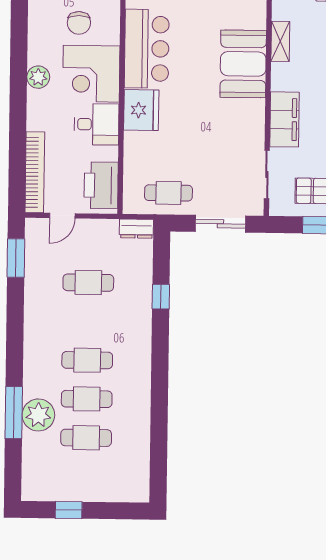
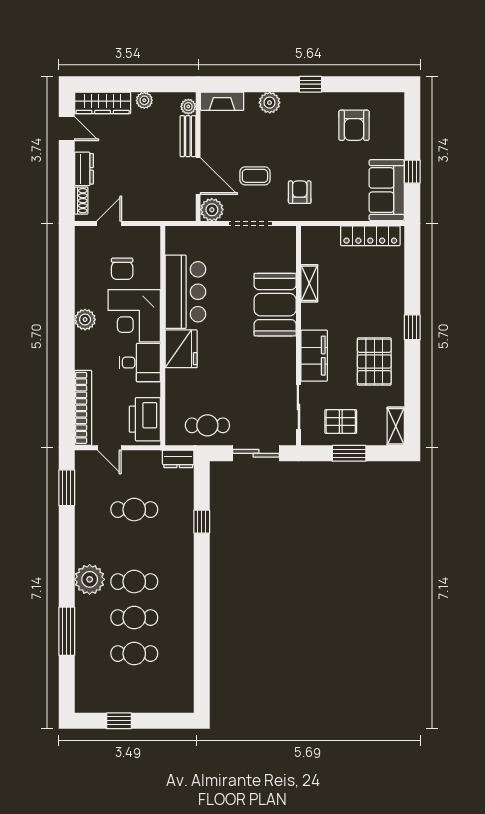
door: (62, 216) -> (109, 448), hinge flipped
plant: (38, 415) -> (90, 579), moved

